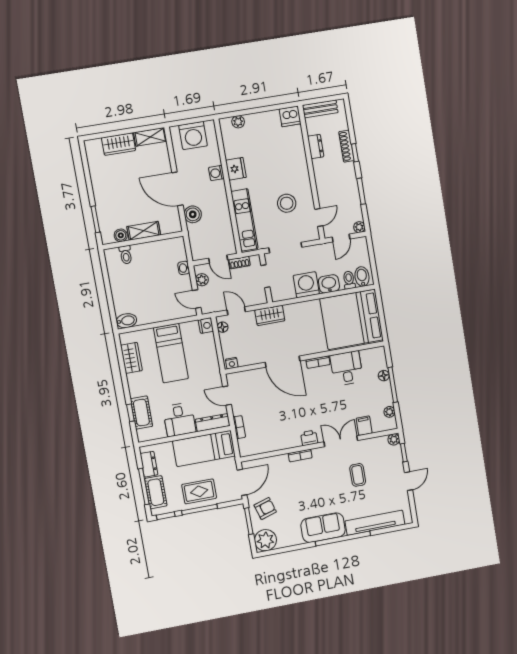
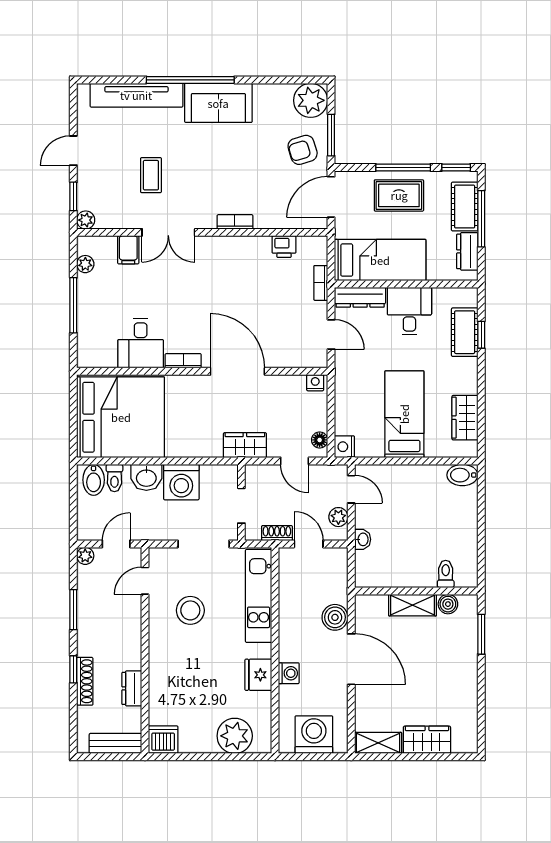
plant: (238, 122) -> (235, 736), width x1.87, depth x1.87
floor lamp: (384, 376) -> (85, 322), removed
printer: (309, 438) -> (284, 247), moved

